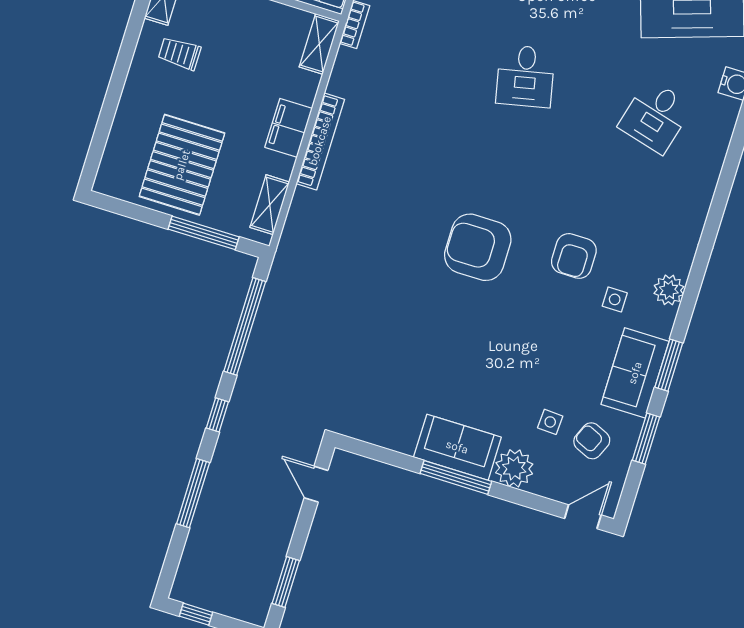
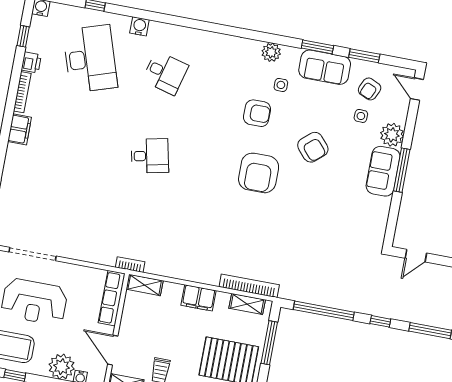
bookcase: (320, 141) -> (249, 286), moved
armchair: (509, 339) -> (313, 147), added

